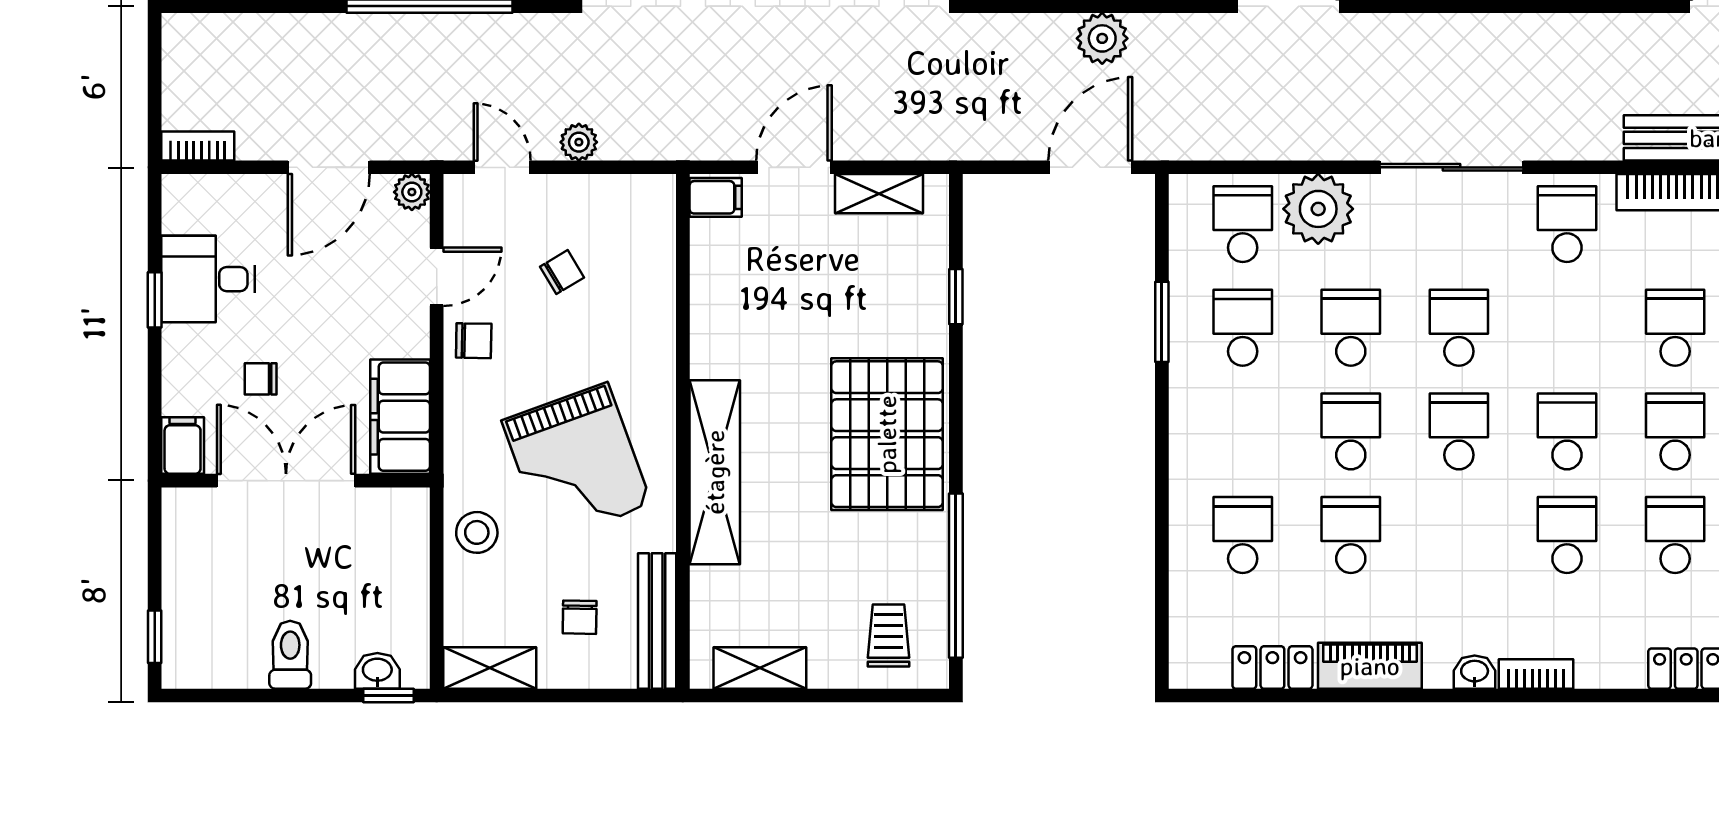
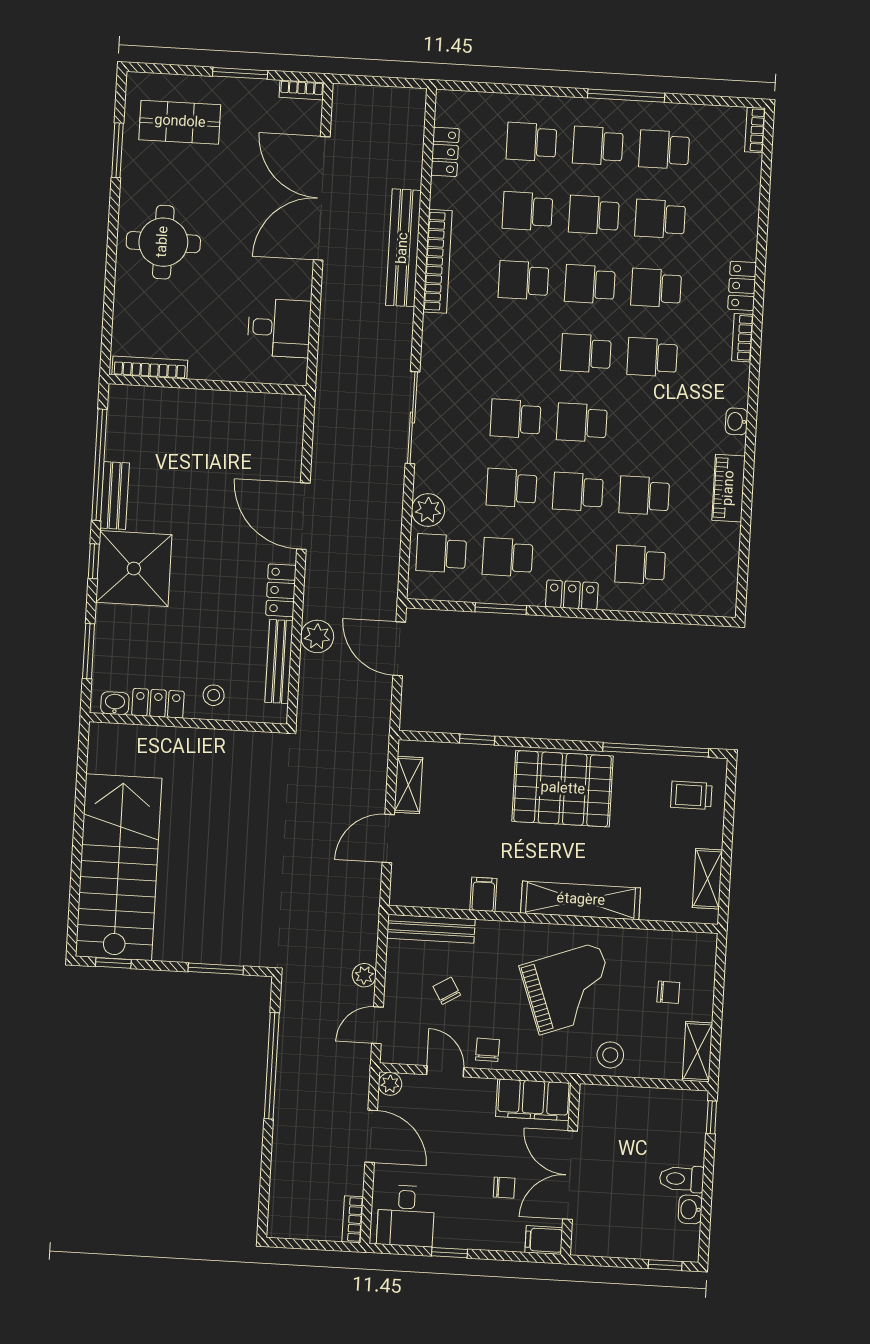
door: (794, 167) -> (388, 838), hinge flipped
filing cabinet: (716, 197) -> (483, 894), moved
plant: (1318, 209) -> (428, 510), width x0.73, depth x0.73
school desk: (1567, 224) -> (453, 346), removed
desk: (208, 279) -> (406, 1216), moved
chair: (261, 379) -> (504, 1188), turned -90
bench: (657, 621) -> (431, 929), moved
locker: (1272, 667) -> (572, 595), moved, turned 90
washbasin: (377, 671) -> (690, 1209), moved
bookcase: (1536, 674) -> (743, 338), moved

